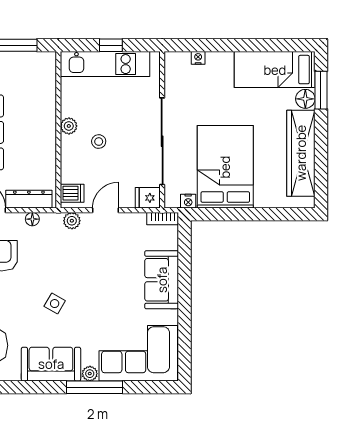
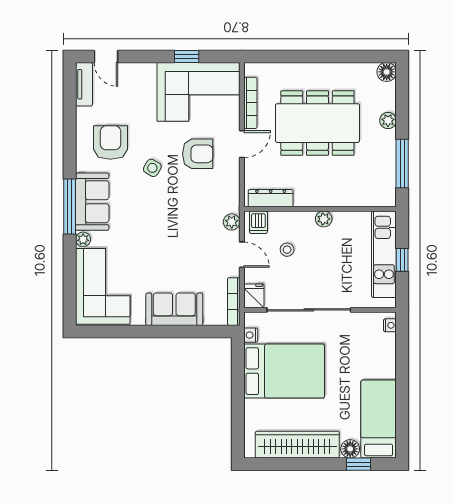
nightstand: (198, 58) -> (390, 325), moved
window: (321, 90) -> (359, 464), width x0.67
stool: (99, 142) -> (287, 250), moved
dresser: (29, 199) -> (271, 198), moved, turned -90
floor lamp: (32, 219) -> (233, 183), removed
bookcase: (163, 219) -> (234, 302), width x1.56
side table: (55, 304) -> (152, 168), moved
window: (94, 387) -> (70, 206), moved

